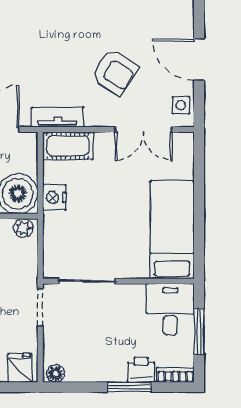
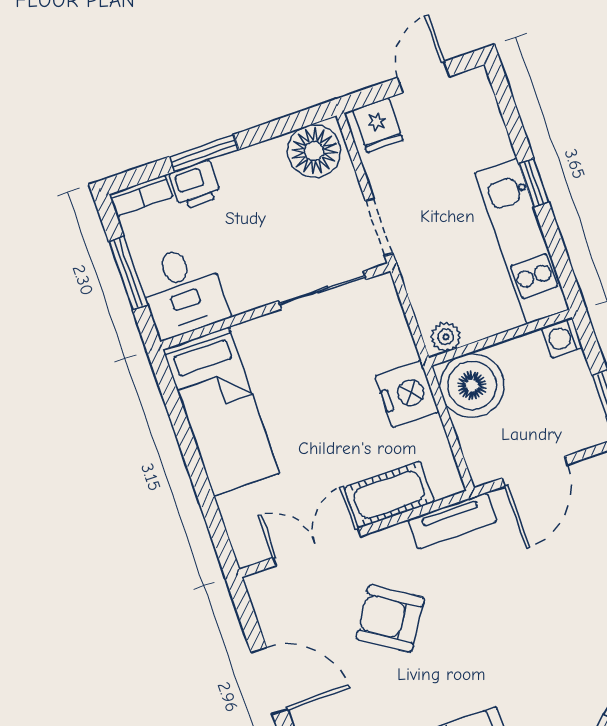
side table: (181, 105) -> (273, 603), removed
cot: (68, 146) -> (389, 495), moved
nightstand: (54, 197) -> (407, 394), width x1.36, depth x1.33
floor lamp: (56, 373) -> (314, 151), width x1.89, depth x1.89

